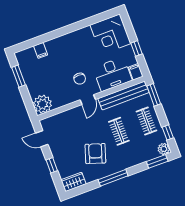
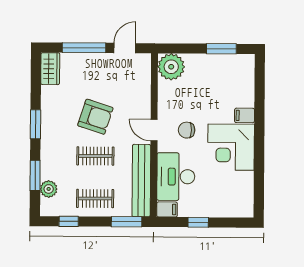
corner desk: (110, 34) -> (231, 147), moved, turned -90
filing cabinet: (41, 50) -> (245, 115), moved
plant: (164, 149) -> (49, 189), moved
armchair: (95, 154) -> (95, 117), moved
window: (157, 161) -> (35, 175), moved
window: (52, 165) -> (84, 48), width x2.17
window: (113, 178) -> (35, 124), width x0.69

